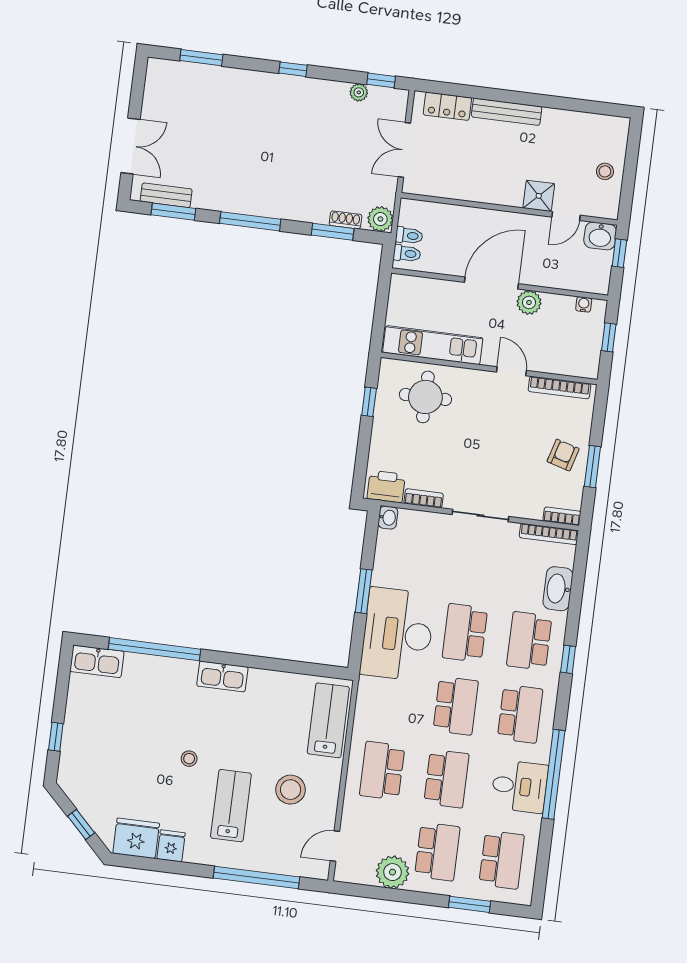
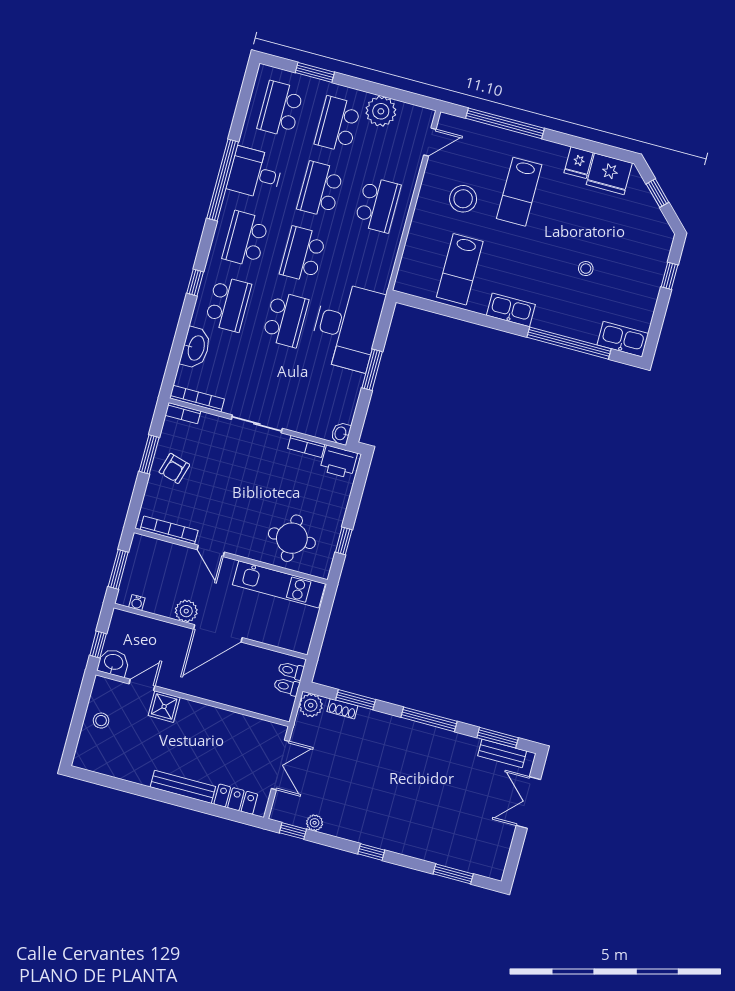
window: (609, 337) -> (118, 569), width x1.50
lab bench: (328, 720) -> (460, 269), moved
stool: (189, 759) -> (586, 269), moved

